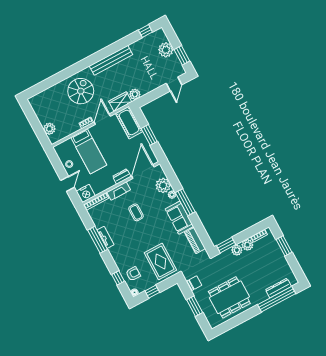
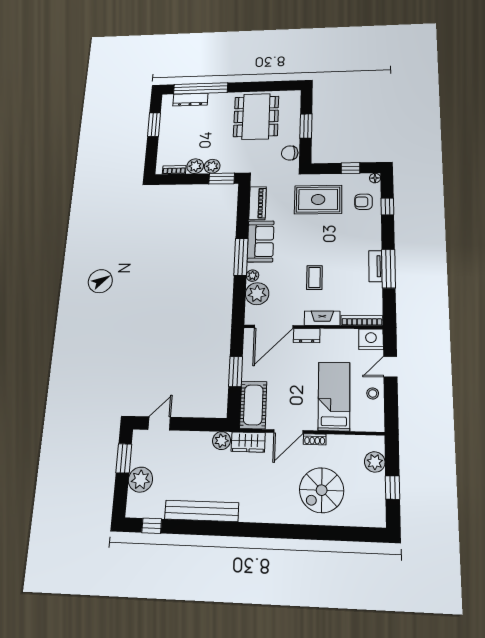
bench: (111, 60) -> (202, 511), moved
spiral stairs: (81, 91) -> (322, 490), moved
window: (34, 121) -> (393, 488), added
window: (284, 246) -> (154, 125), moved
rug: (160, 261) -> (318, 200), turned 90
dining table: (229, 297) -> (256, 116), turned 90

